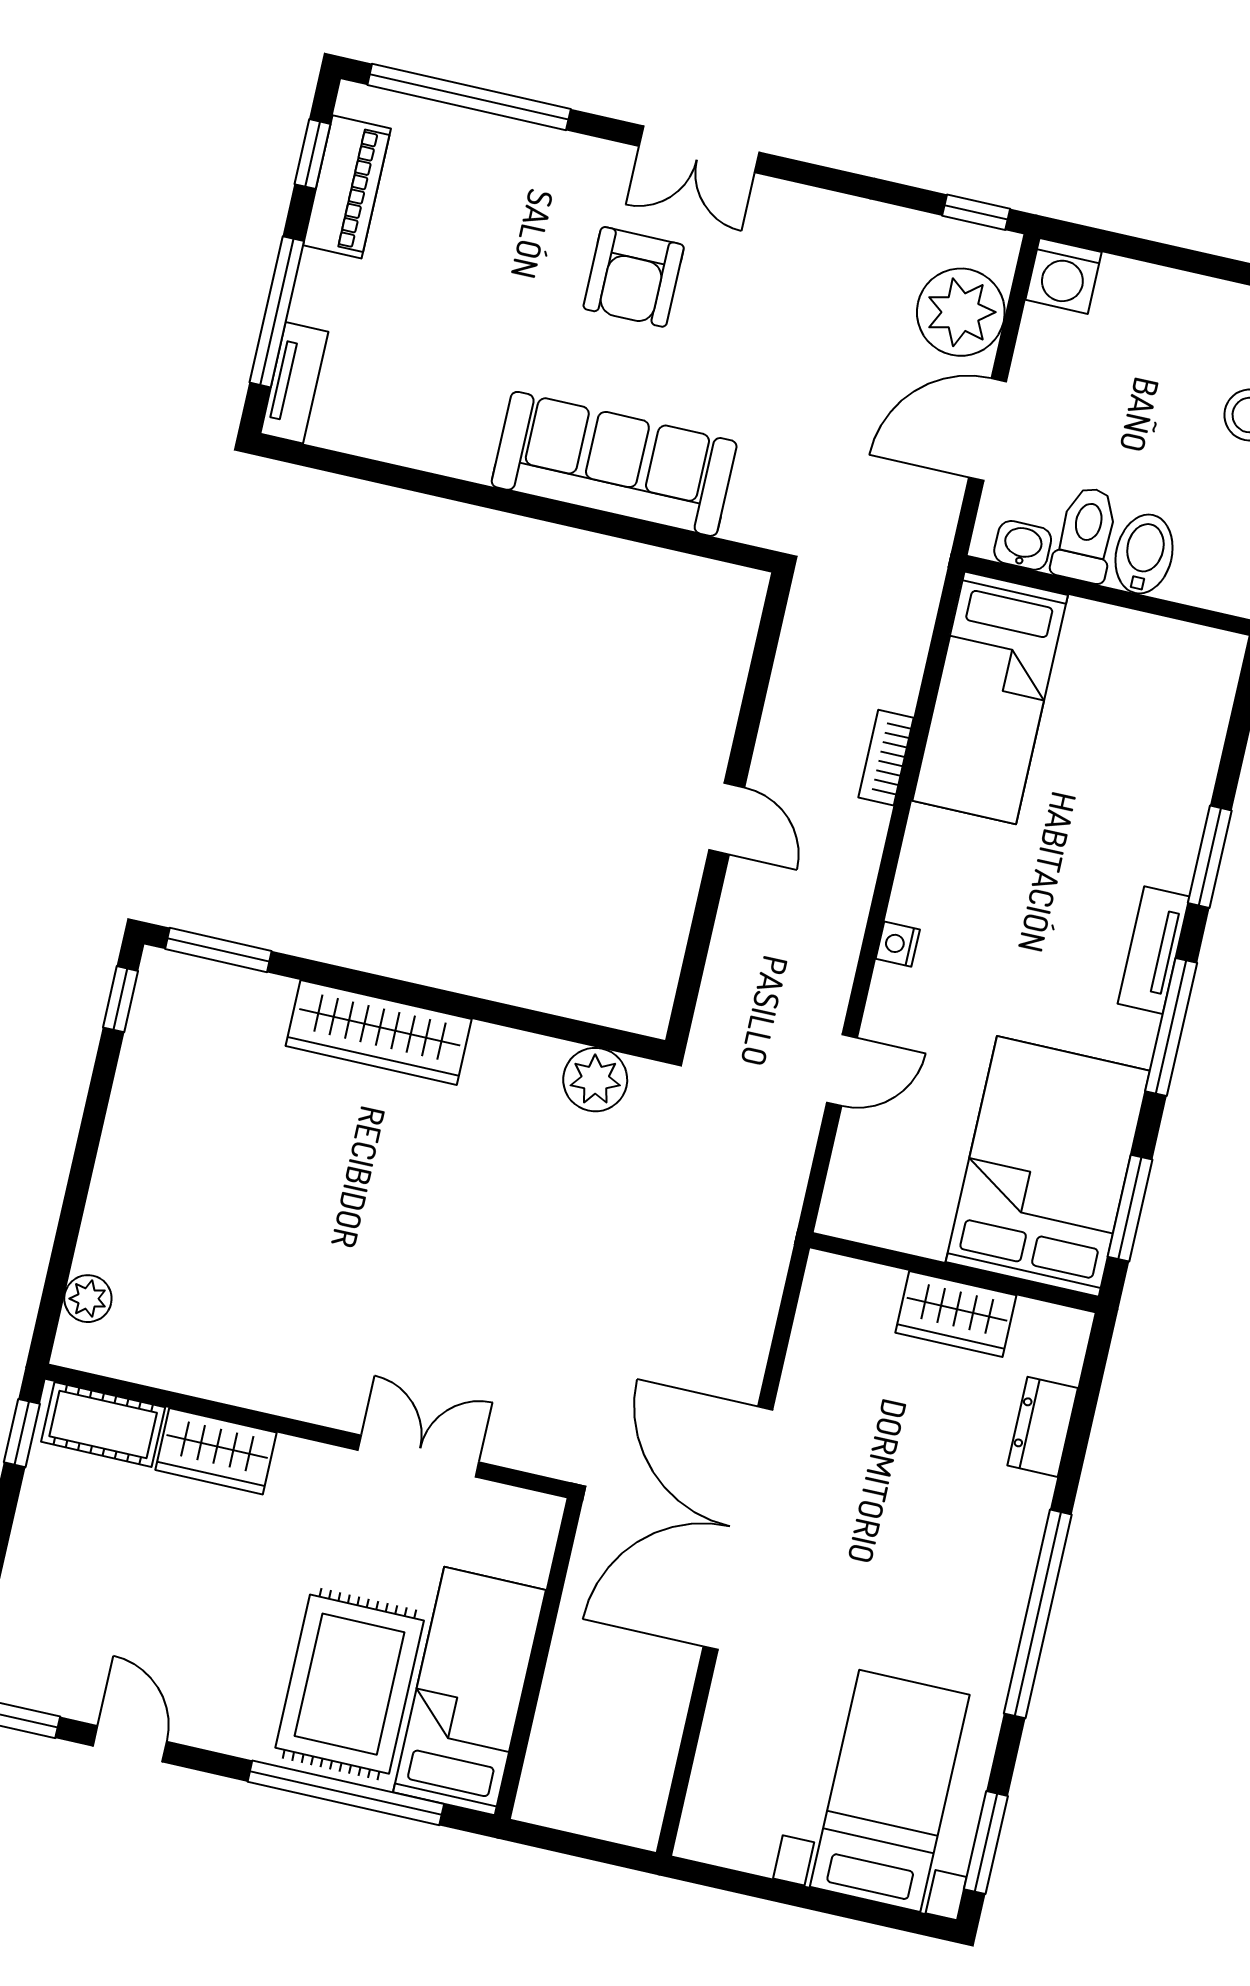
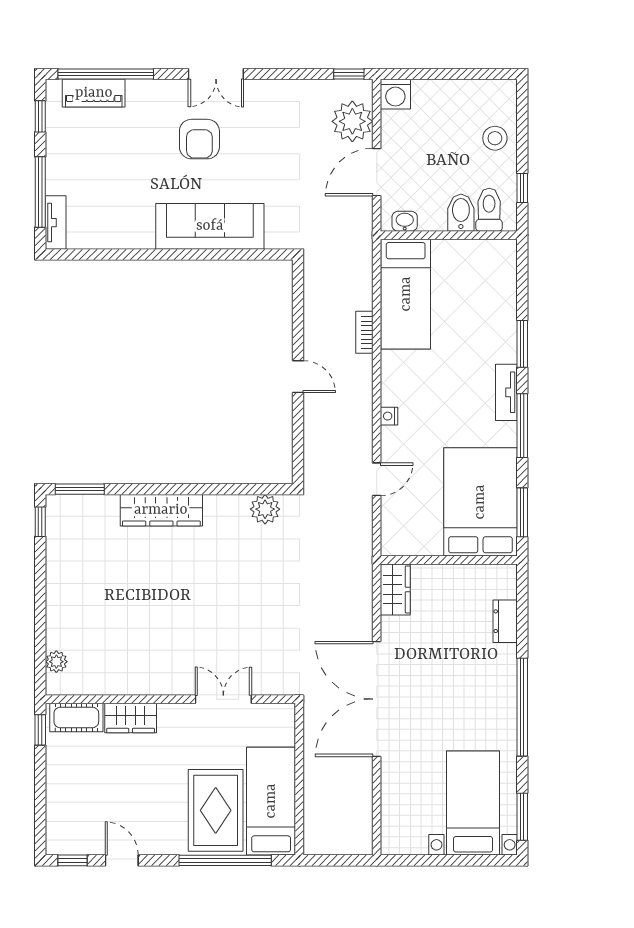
piano: (347, 187) -> (94, 93), moved, turned 90
toilet: (1086, 535) -> (489, 210), moved
wardrobe: (956, 1314) -> (395, 590), moved, turned -90

